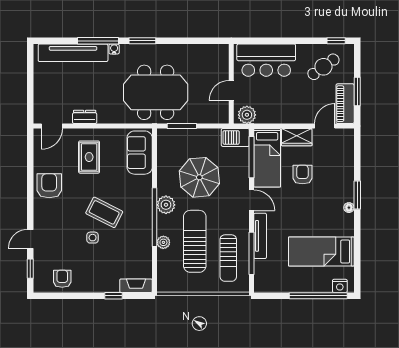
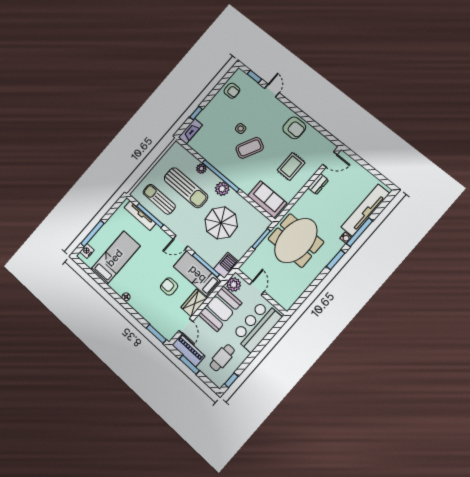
cafe table: (323, 67) -> (222, 358), turned 36
booth: (281, 108) -> (220, 309), added
door: (52, 126) -> (330, 159), swing flipped
rug: (89, 157) -> (291, 166), turned 90
armchair: (302, 175) -> (169, 286), turned 180
window: (357, 195) -> (156, 334), moved
tv unit: (260, 236) -> (140, 215), moved
window: (318, 296) -> (92, 233), width x0.68

